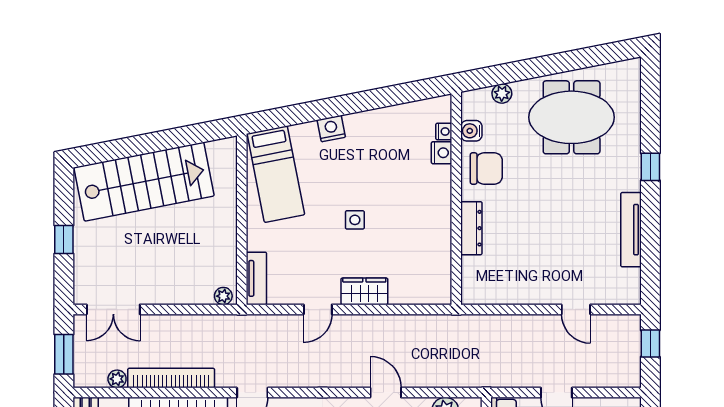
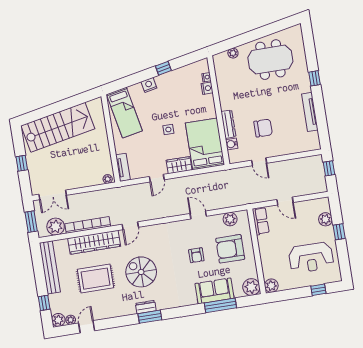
window: (364, 101) -> (163, 68), added
water cooler: (471, 131) -> (232, 144), moved
chair: (486, 168) -> (263, 128), moved
bed: (421, 259) -> (205, 144), added
door: (576, 309) -> (259, 162), moved
plant: (117, 379) -> (56, 227), width x1.87, depth x1.87

